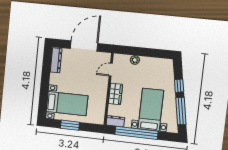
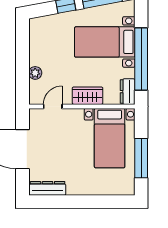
door: (111, 70) -> (53, 106), swing flipped
bed with nightstands: (67, 104) -> (110, 138), moved, turned 180
window: (70, 125) -> (141, 158), width x1.44

